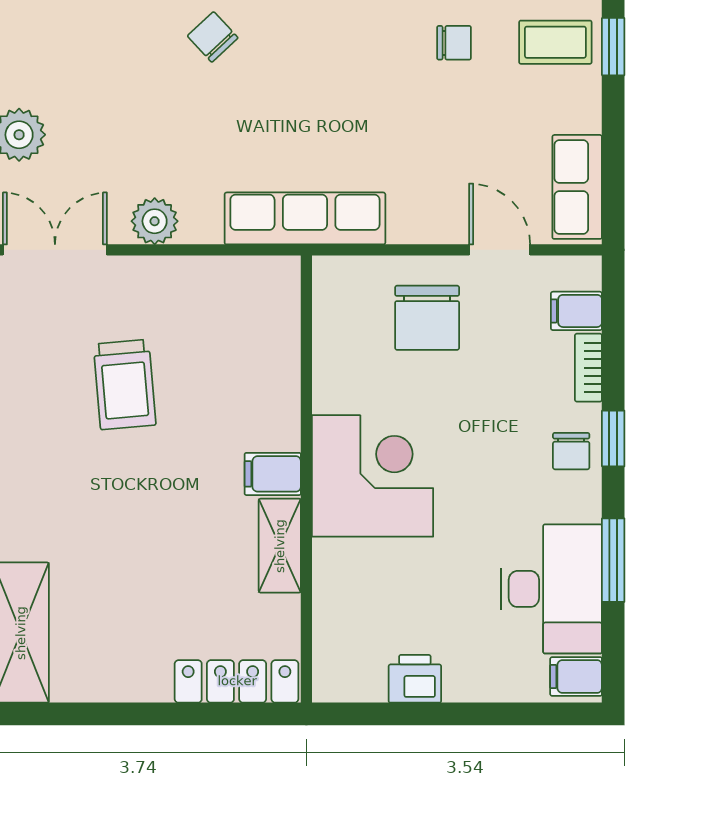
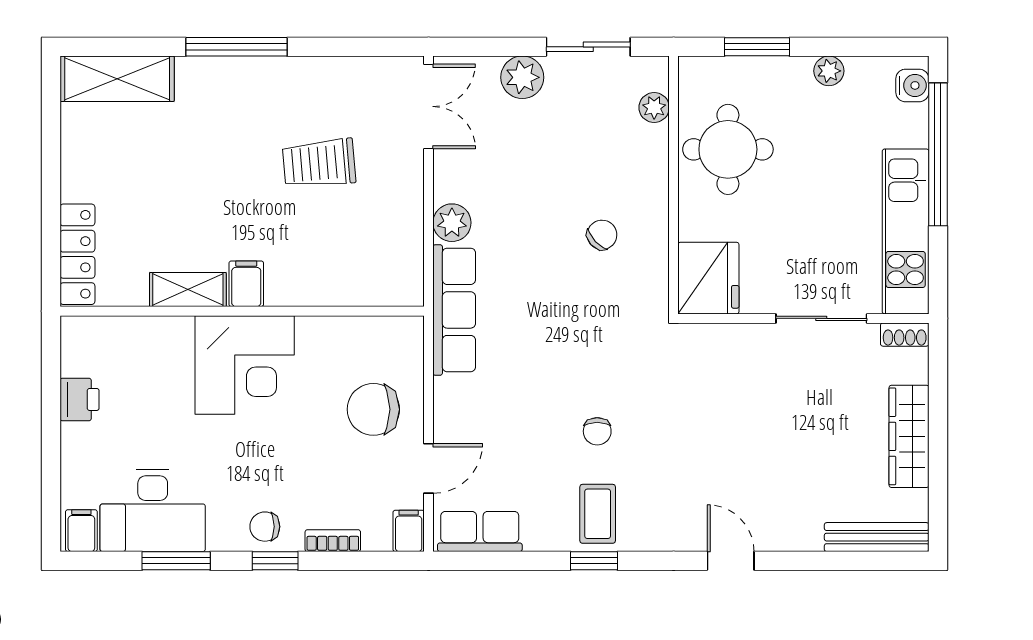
plant: (155, 221) -> (452, 223), moved
filing cabinet: (576, 311) -> (409, 531), moved

